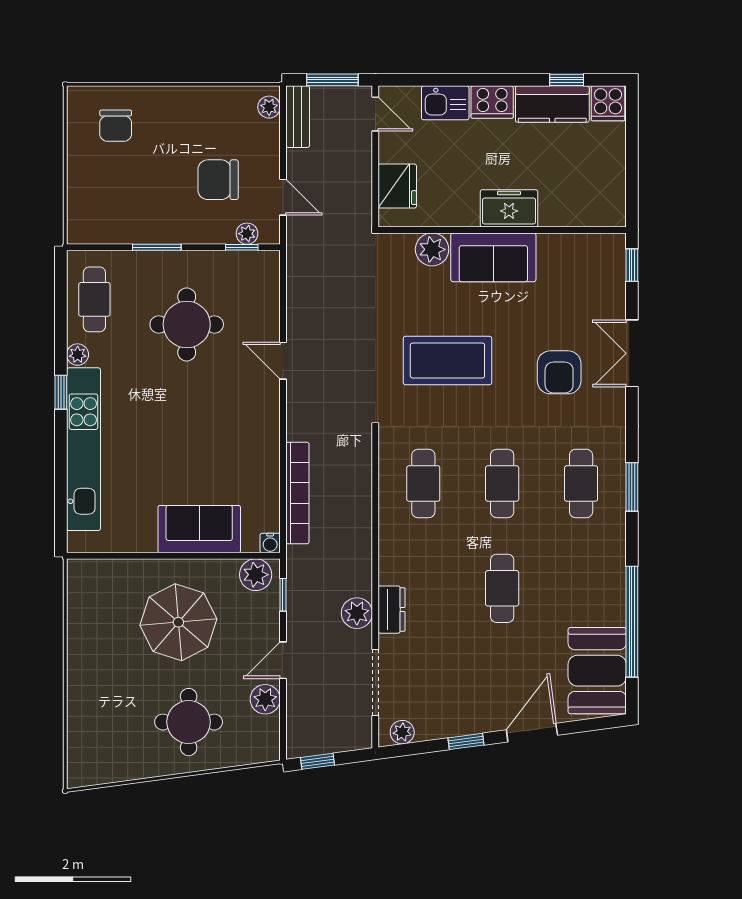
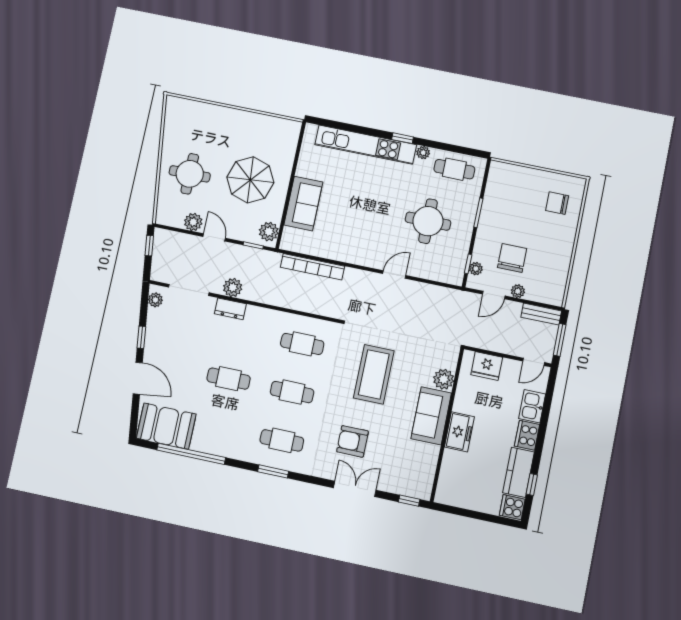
plant: (269, 107) -> (518, 291), moved
water cooler: (270, 543) -> (286, 244), removed

